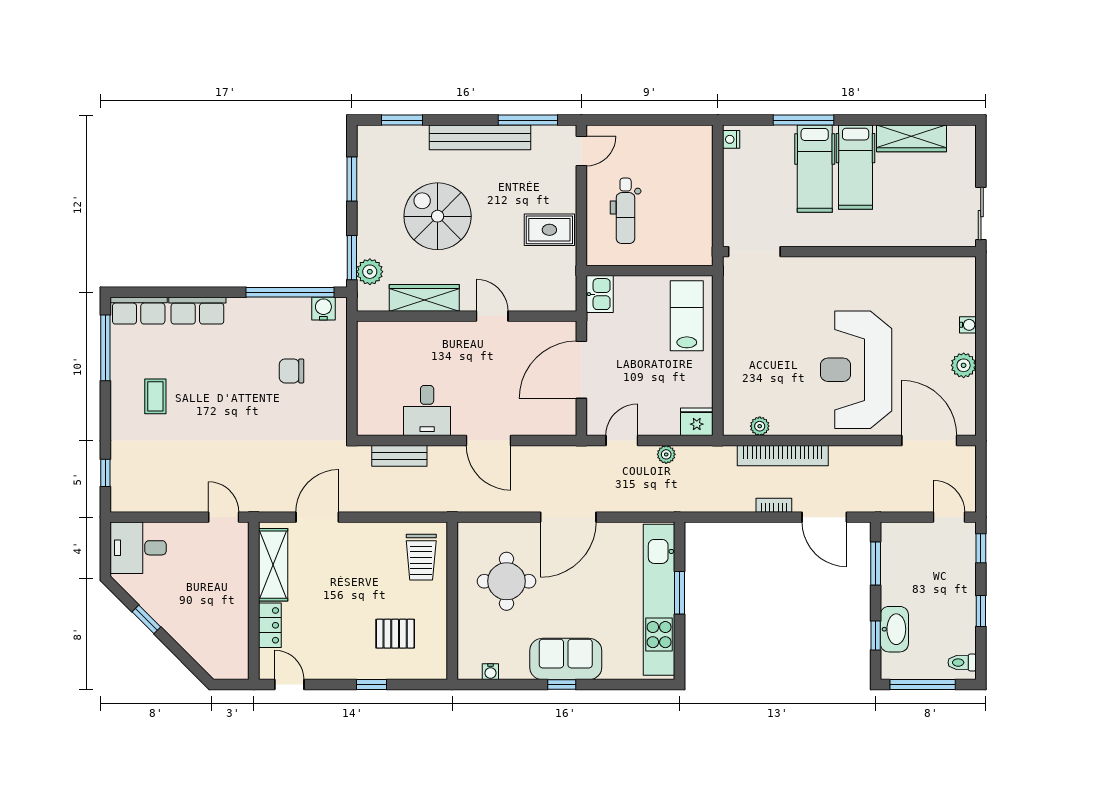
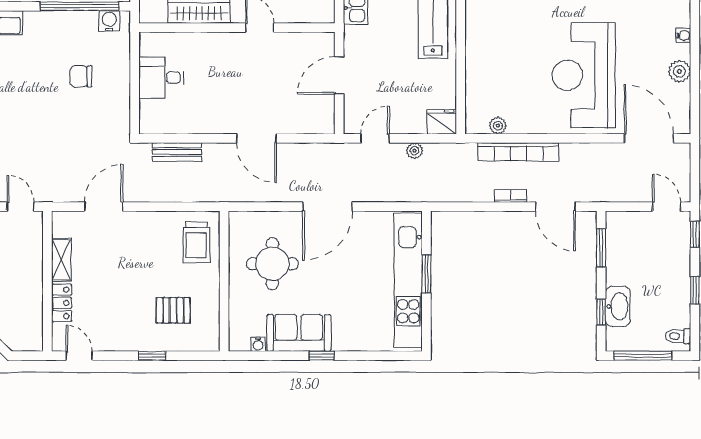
door: (581, 370) -> (339, 75), width x0.73
desk: (427, 411) -> (161, 78), moved, turned 90
shelving: (273, 565) -> (61, 260), width x0.67, depth x0.75
sofa: (566, 659) -> (299, 333), moved

